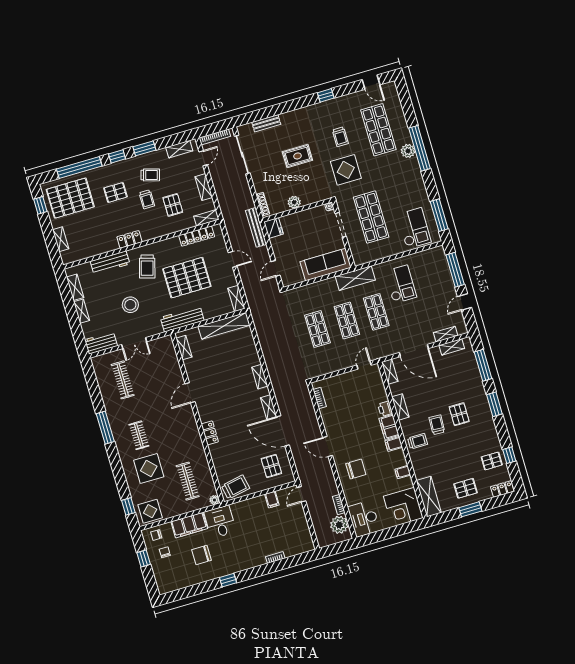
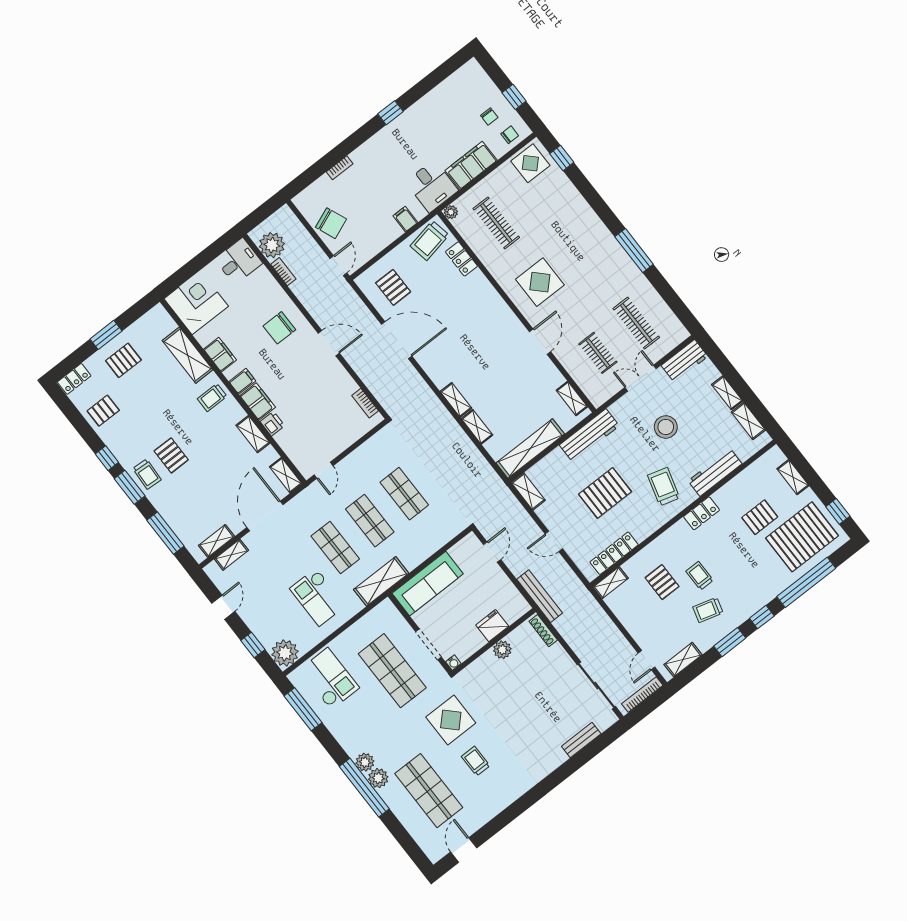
door: (371, 82) -> (464, 850), hinge flipped
window: (326, 95) -> (517, 808), removed
rug: (297, 156) -> (522, 713), removed
plant: (413, 165) -> (365, 762), added
shelving: (204, 187) -> (630, 622), removed
pallet: (115, 192) -> (760, 517), moved
fridge: (273, 228) -> (492, 626), moved, turned 90
checkout: (414, 228) -> (329, 679), turned 180
plant: (436, 256) -> (285, 653), added
window: (455, 270) -> (253, 645), width x0.46
pallet: (187, 278) -> (605, 493), width x0.73, depth x0.71
door: (414, 351) -> (265, 516), hinge flipped
shelving: (269, 407) -> (477, 427), moved
trolley: (437, 425) -> (147, 474), moved
locker: (210, 433) -> (461, 259), moved
clothes rail: (139, 435) -> (598, 353), moved
window: (509, 455) -> (107, 458), moved
display table: (149, 468) -> (540, 282), moved
filing cabinet: (403, 472) -> (220, 355), width x2.00
shelving: (429, 497) -> (188, 355), moved
filing cabinet: (272, 500) -> (405, 219), moved
desk: (364, 519) -> (239, 261), width x0.73
chair: (202, 555) -> (331, 223), moved, turned 68

